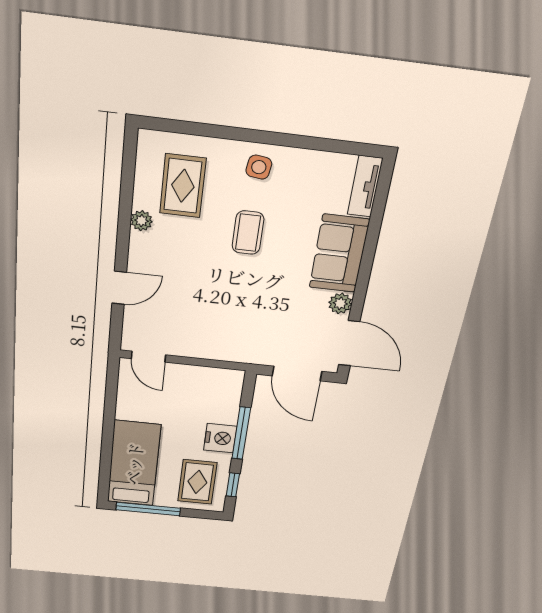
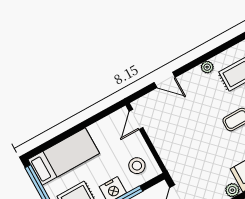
stool: (212, 394) -> (137, 166), added

